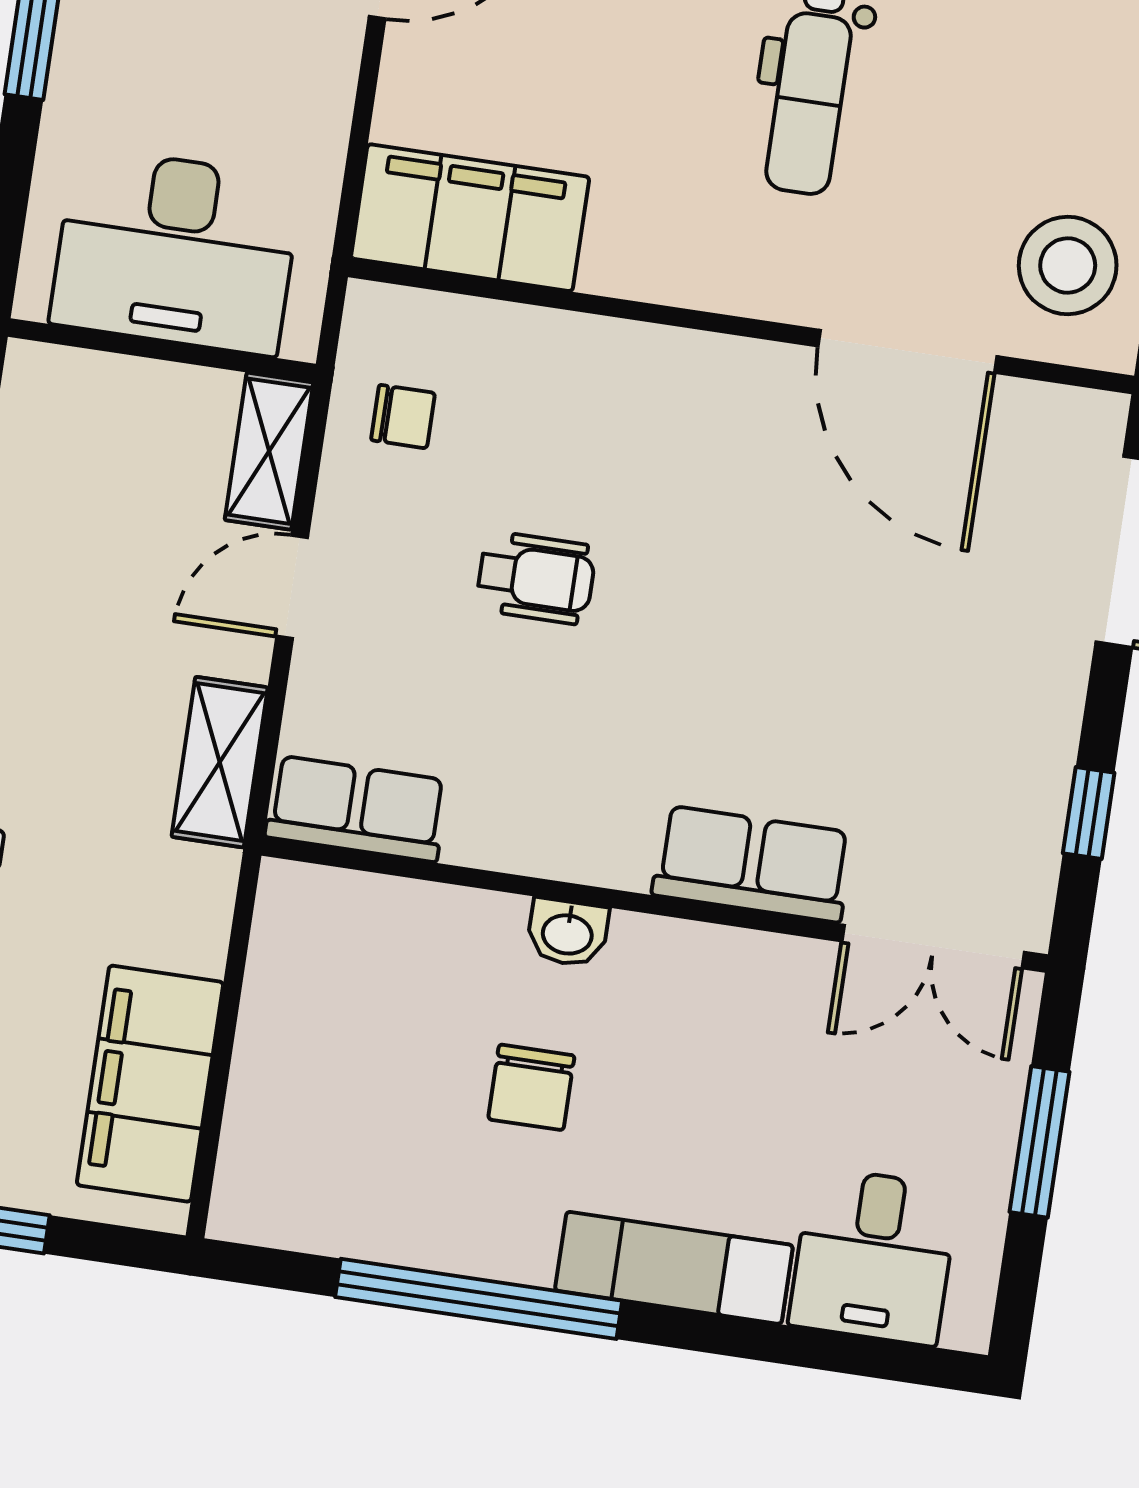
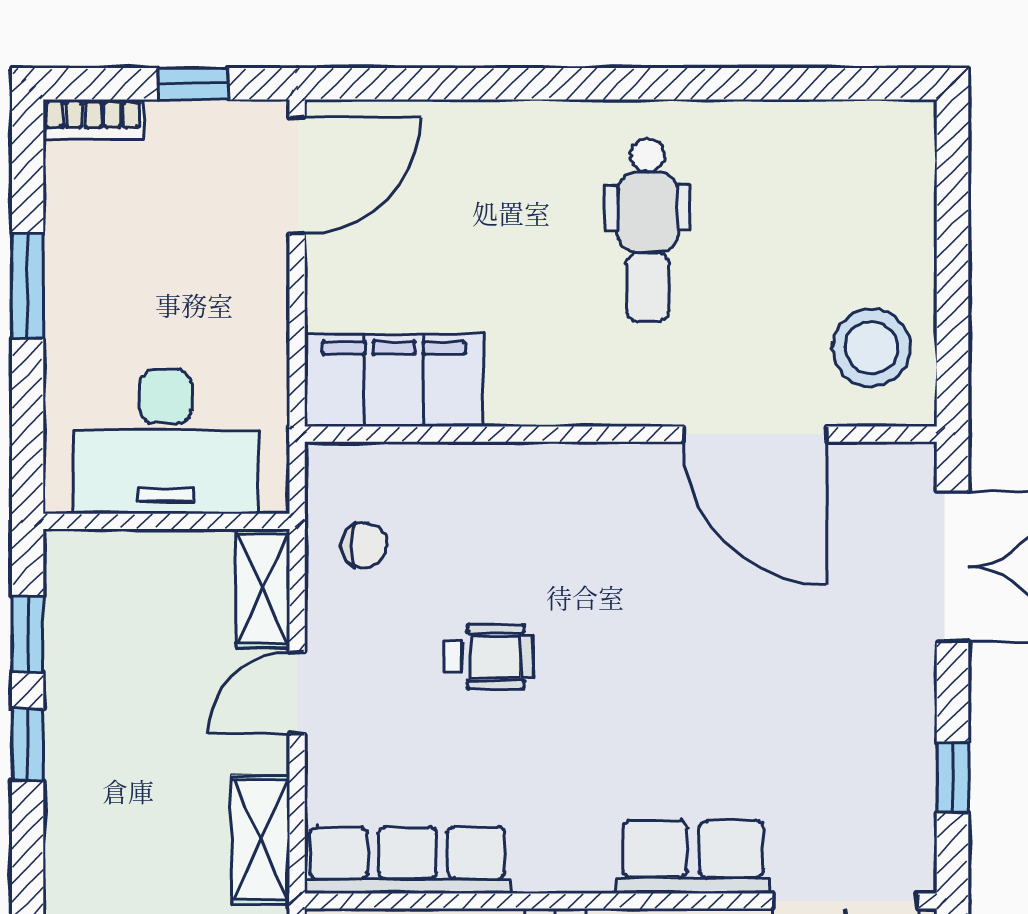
row of seats: (357, 809) -> (407, 860), width x1.48

